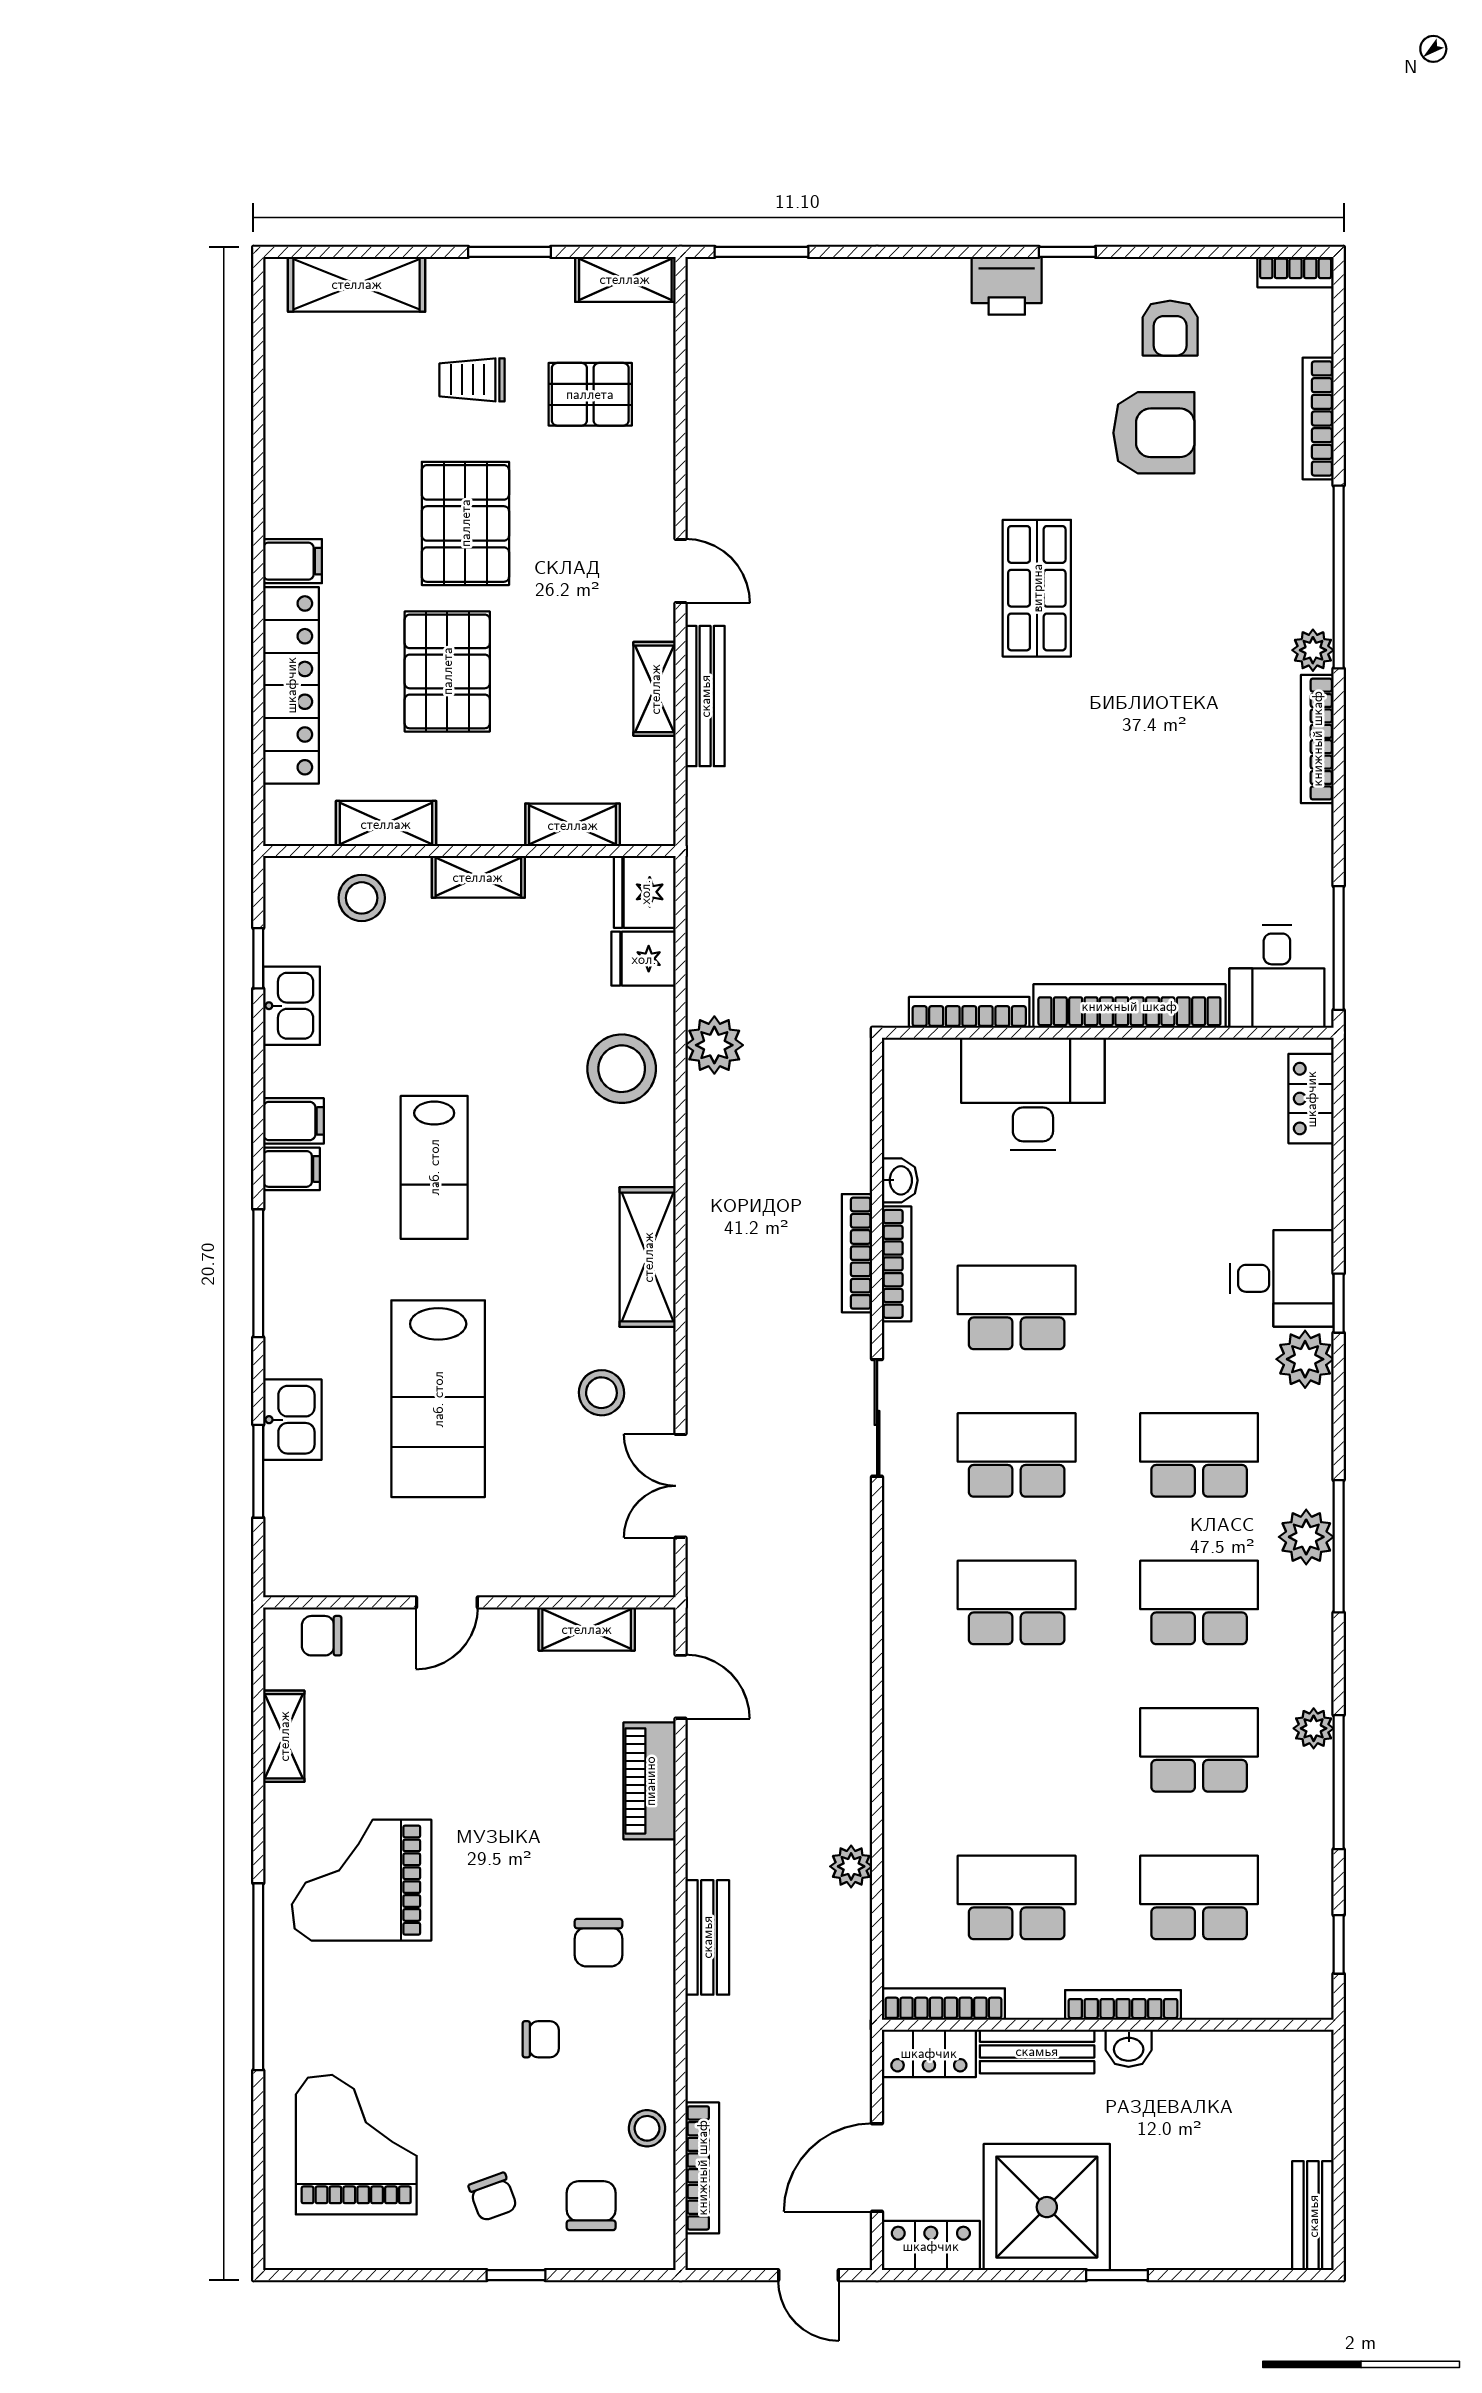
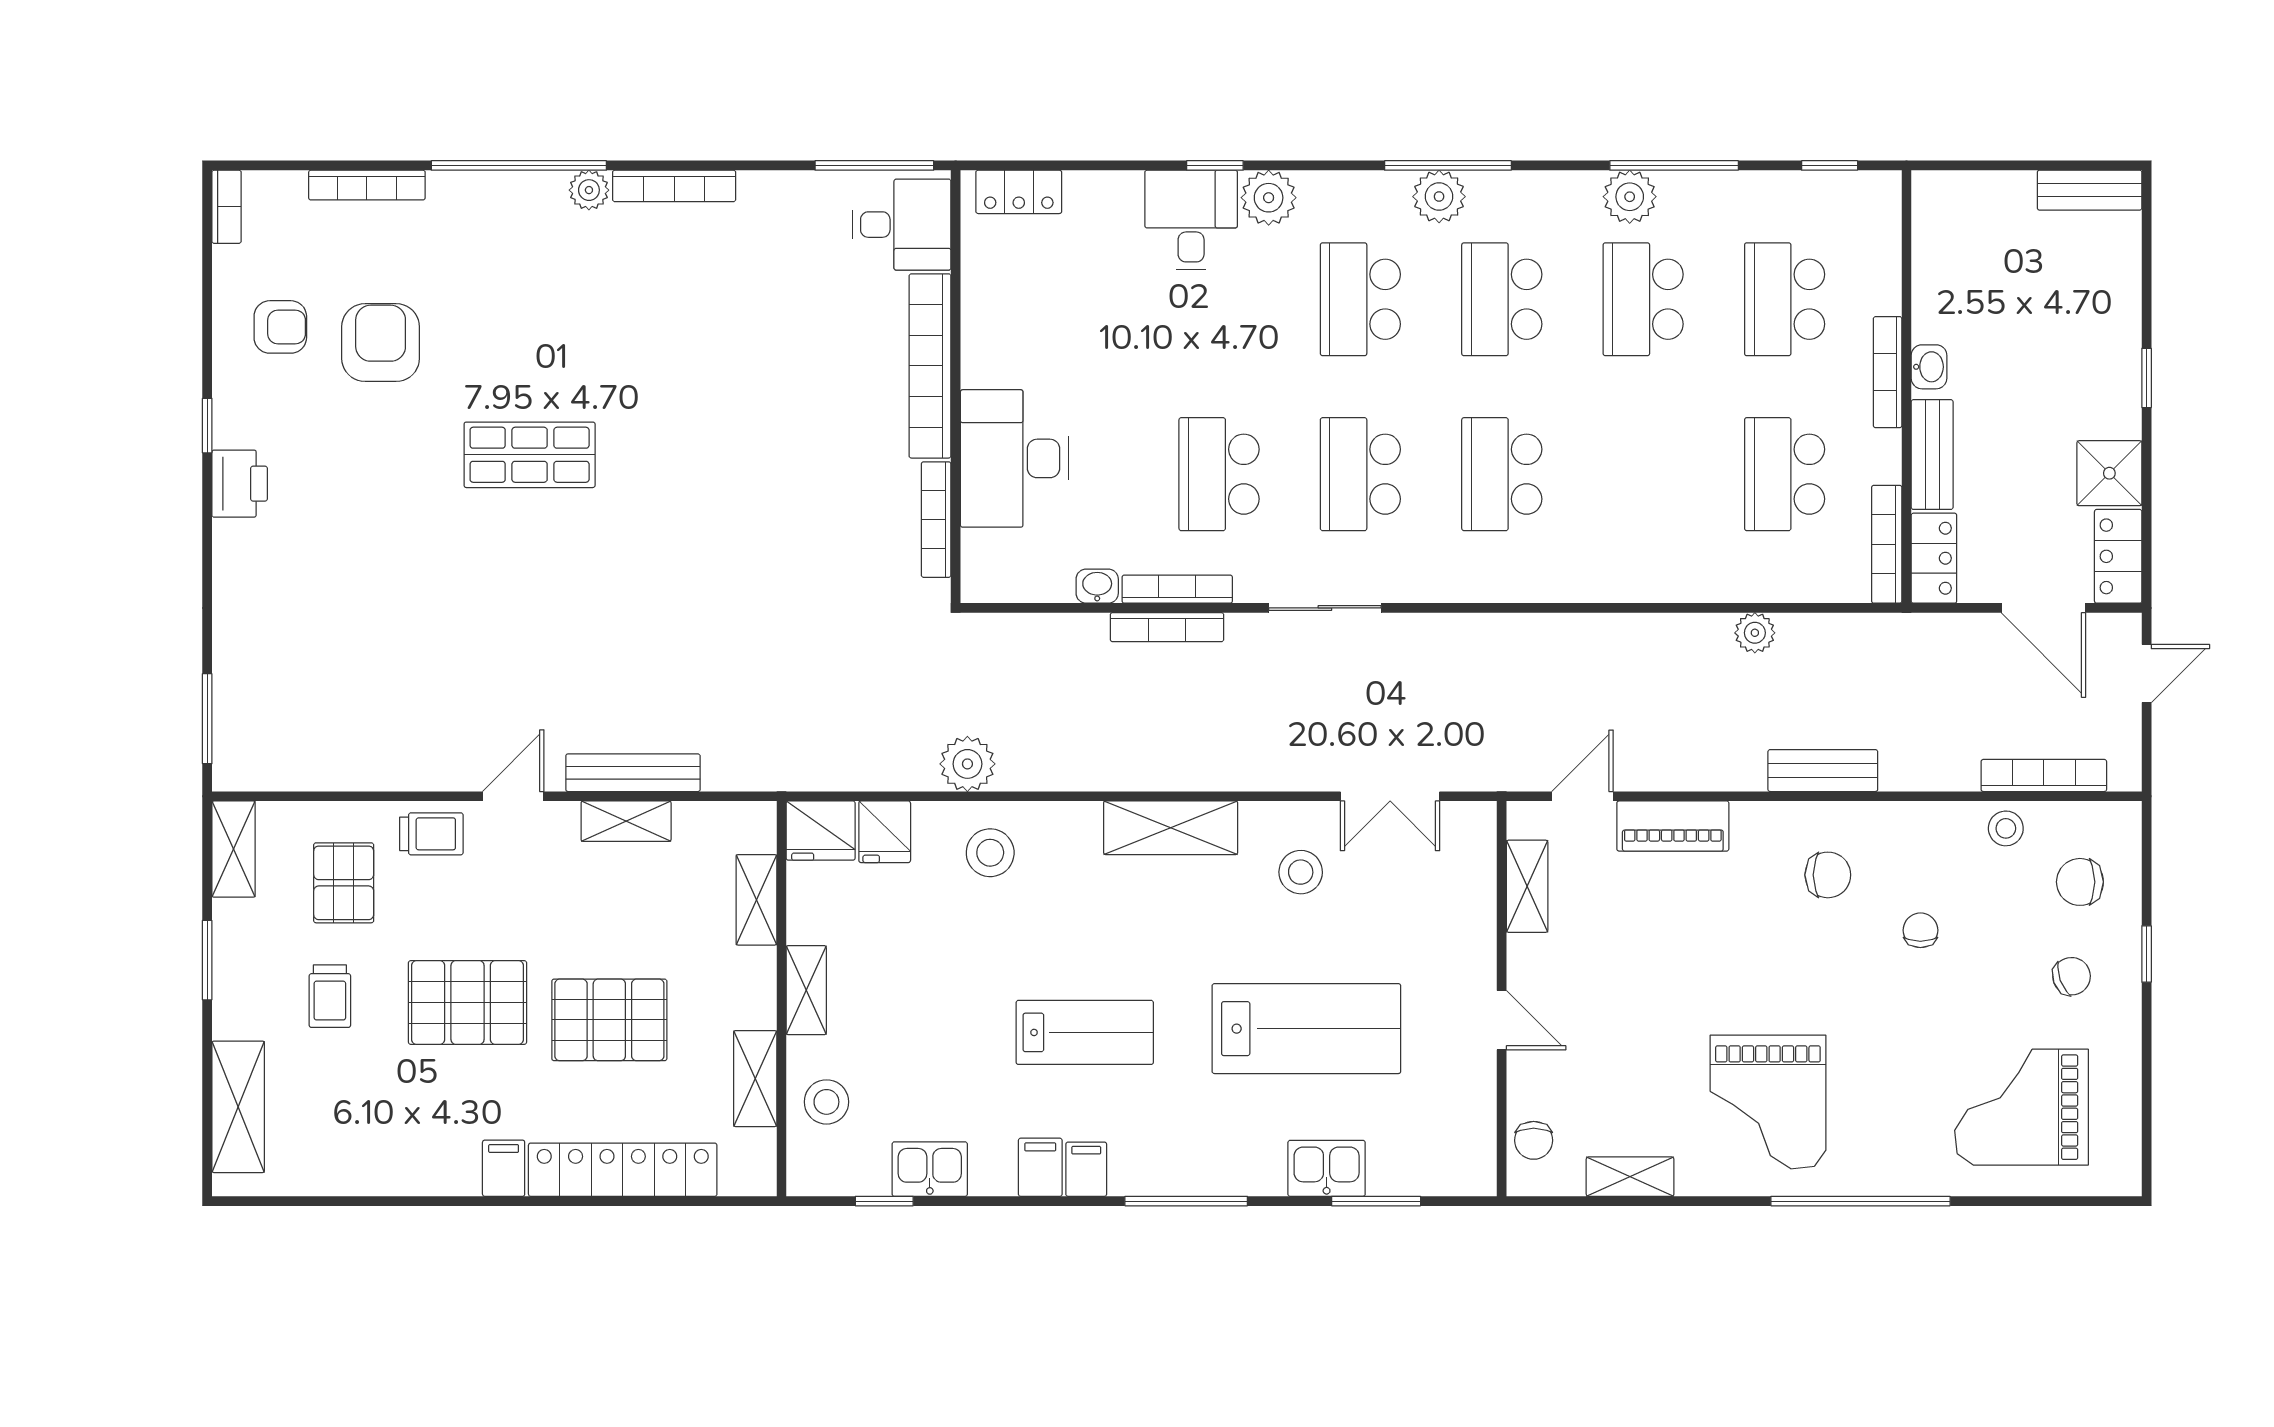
trolley: (641, 486) -> (431, 834), added
stool: (622, 1069) -> (990, 853), width x0.73, depth x0.73
plant: (1314, 1728) -> (1630, 197), width x1.38, depth x1.38
shower: (1047, 2207) -> (2109, 473), width x0.54, depth x0.54

